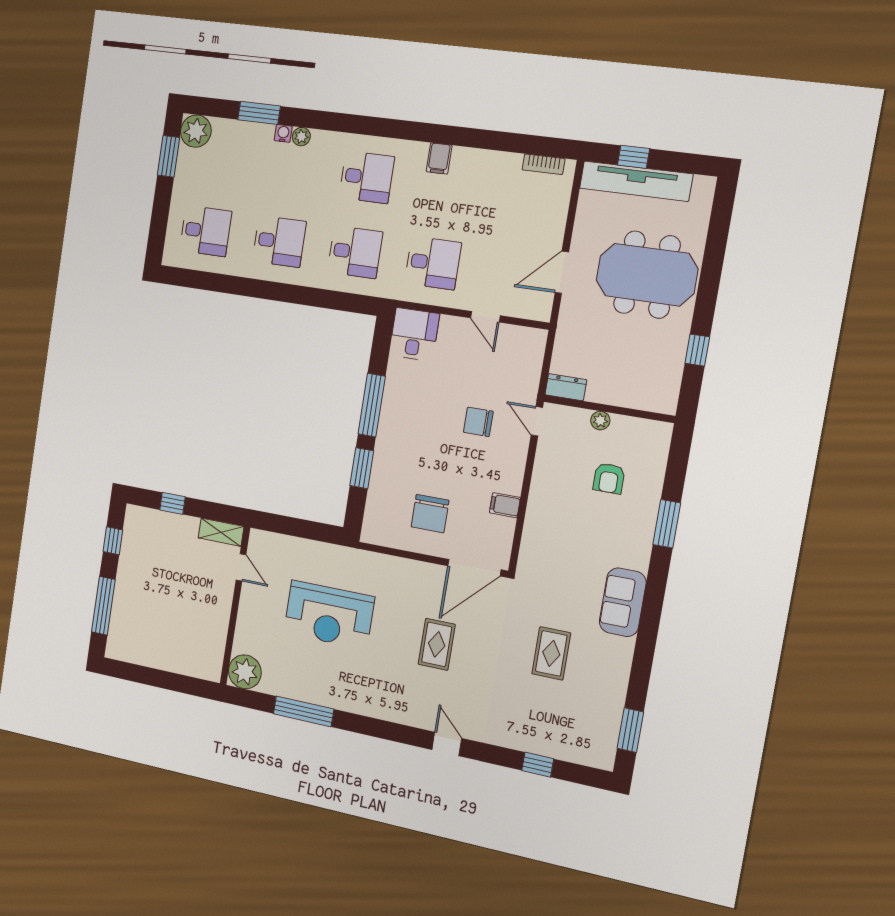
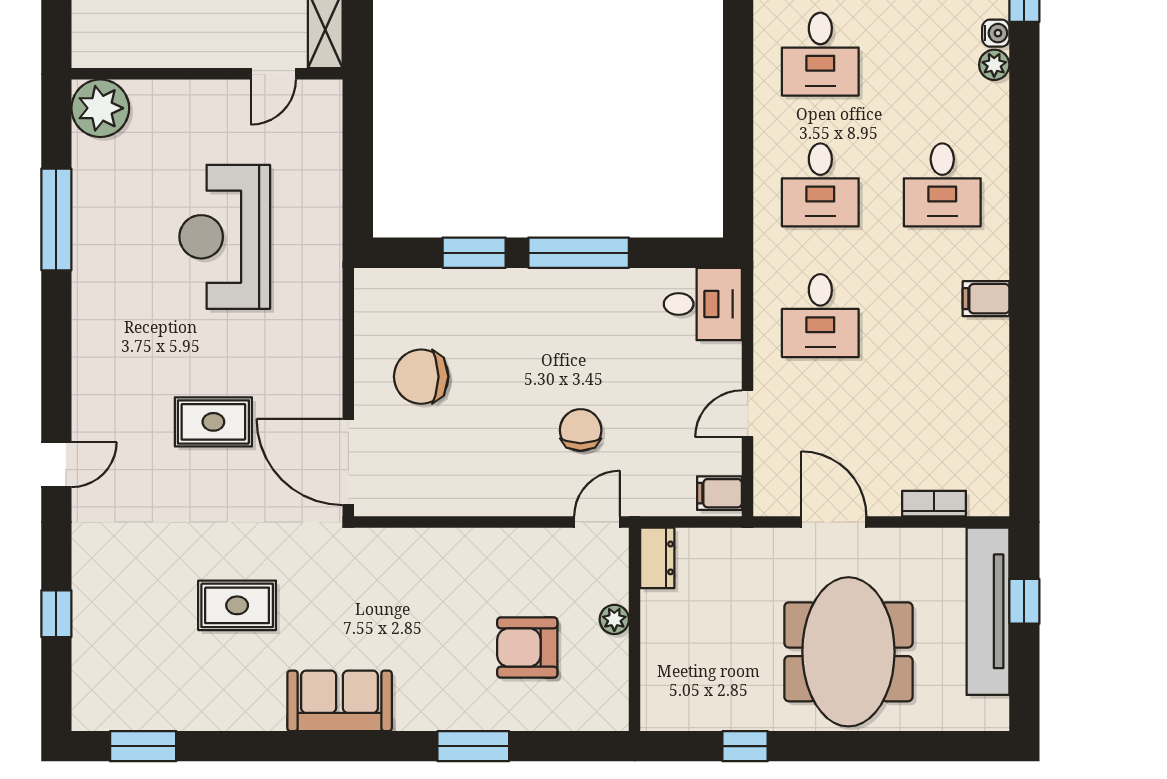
bookcase: (543, 164) -> (934, 504), moved, turned 90
armchair: (609, 478) -> (527, 648), width x1.38, depth x1.38
filing cabinet: (505, 505) -> (720, 493), moved, turned -90

